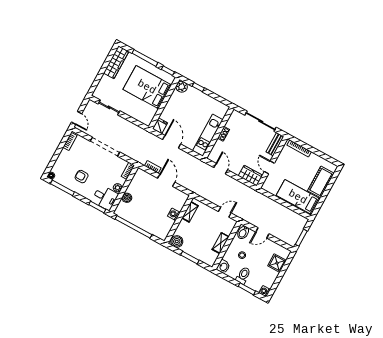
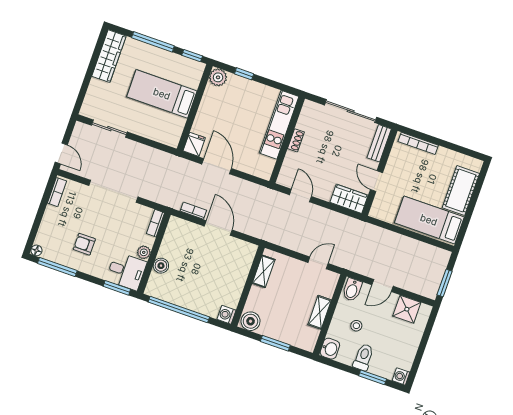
bed: (147, 87) -> (162, 94), width x0.67
kitchen unit: (208, 135) -> (279, 125), moved
washing machine: (174, 214) -> (226, 315), moved
shower: (277, 263) -> (407, 309), moved

